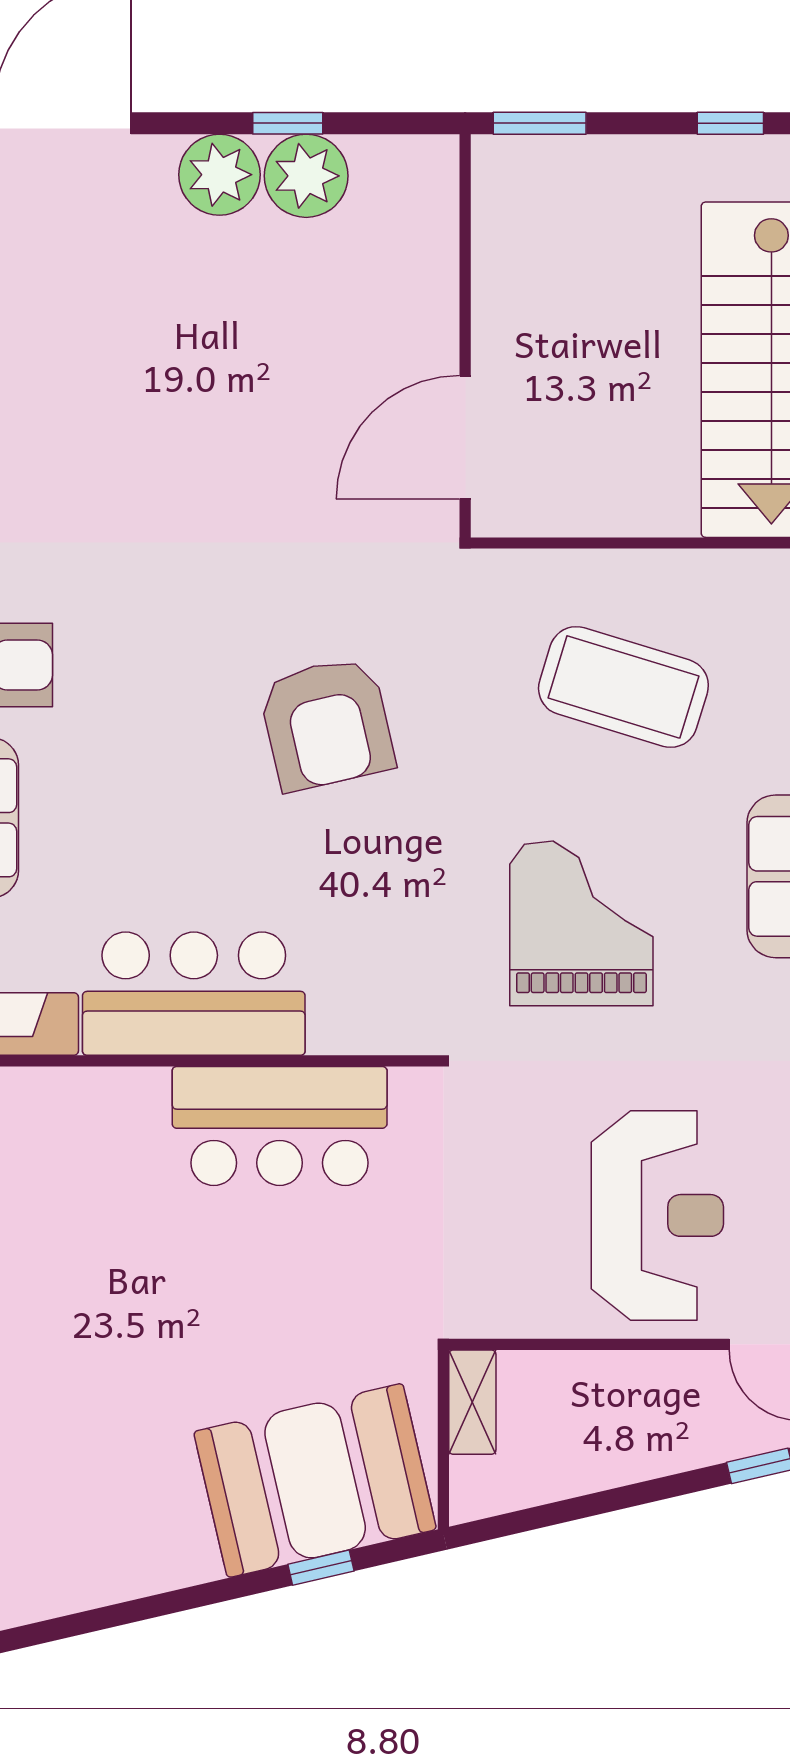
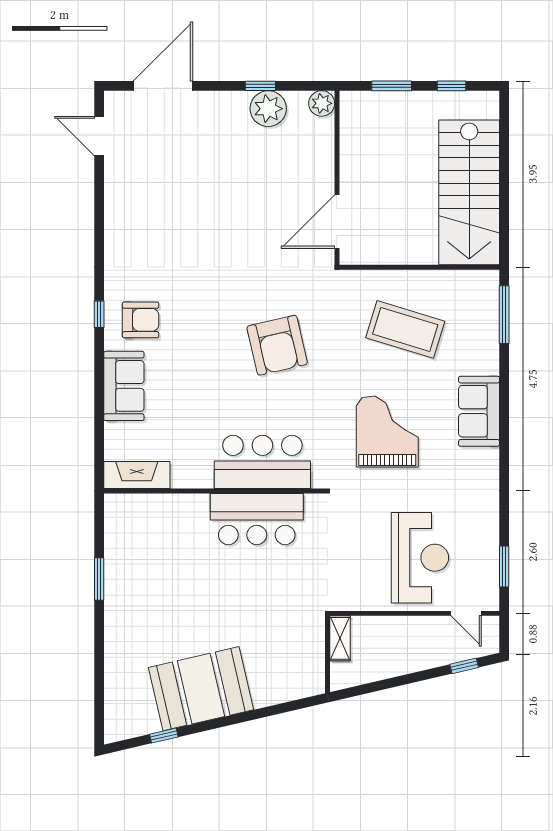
window: (540, 123) -> (392, 86), moved
plant: (219, 175) -> (322, 103), moved, width x0.73, depth x0.73
bar counter: (194, 994) -> (262, 462), moved
booth: (315, 1480) -> (201, 689), moved
window: (321, 1568) -> (164, 736), moved

